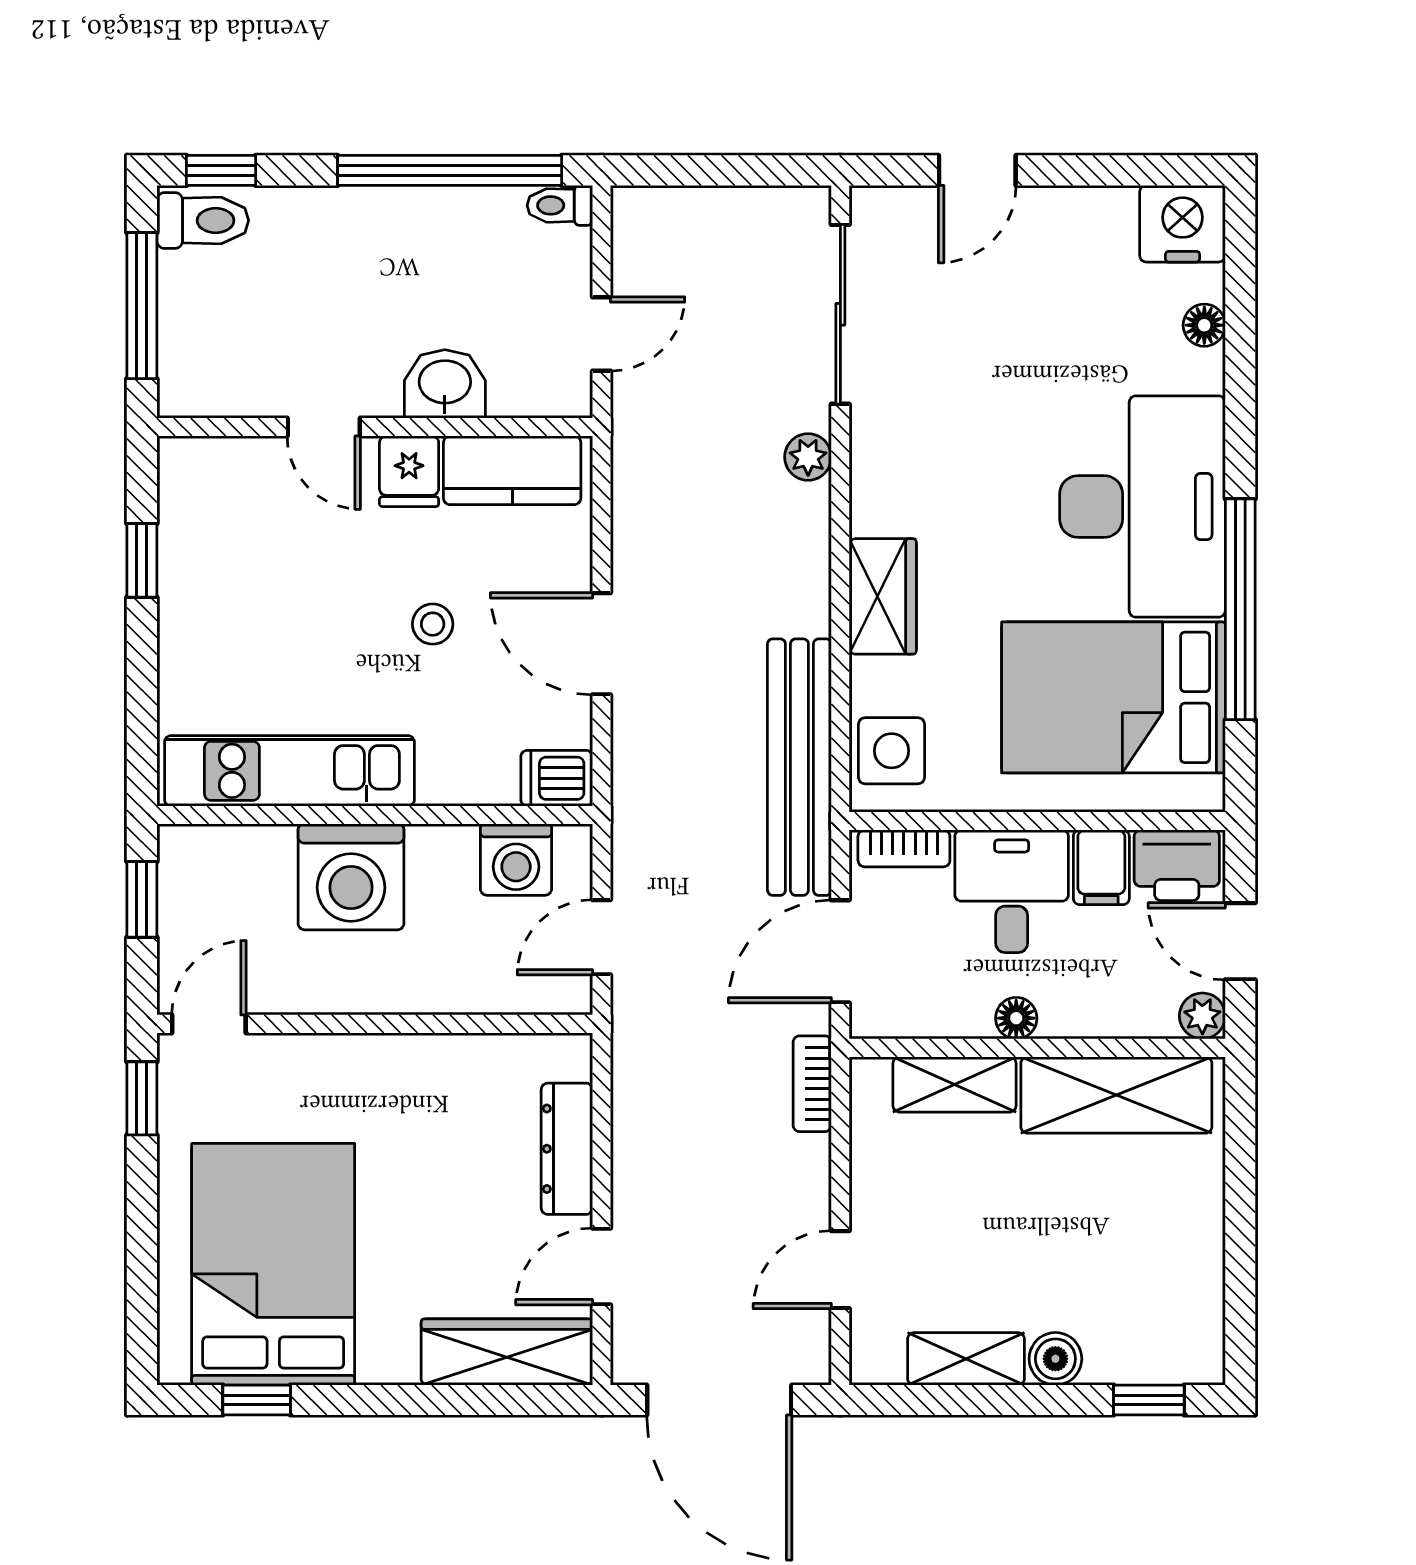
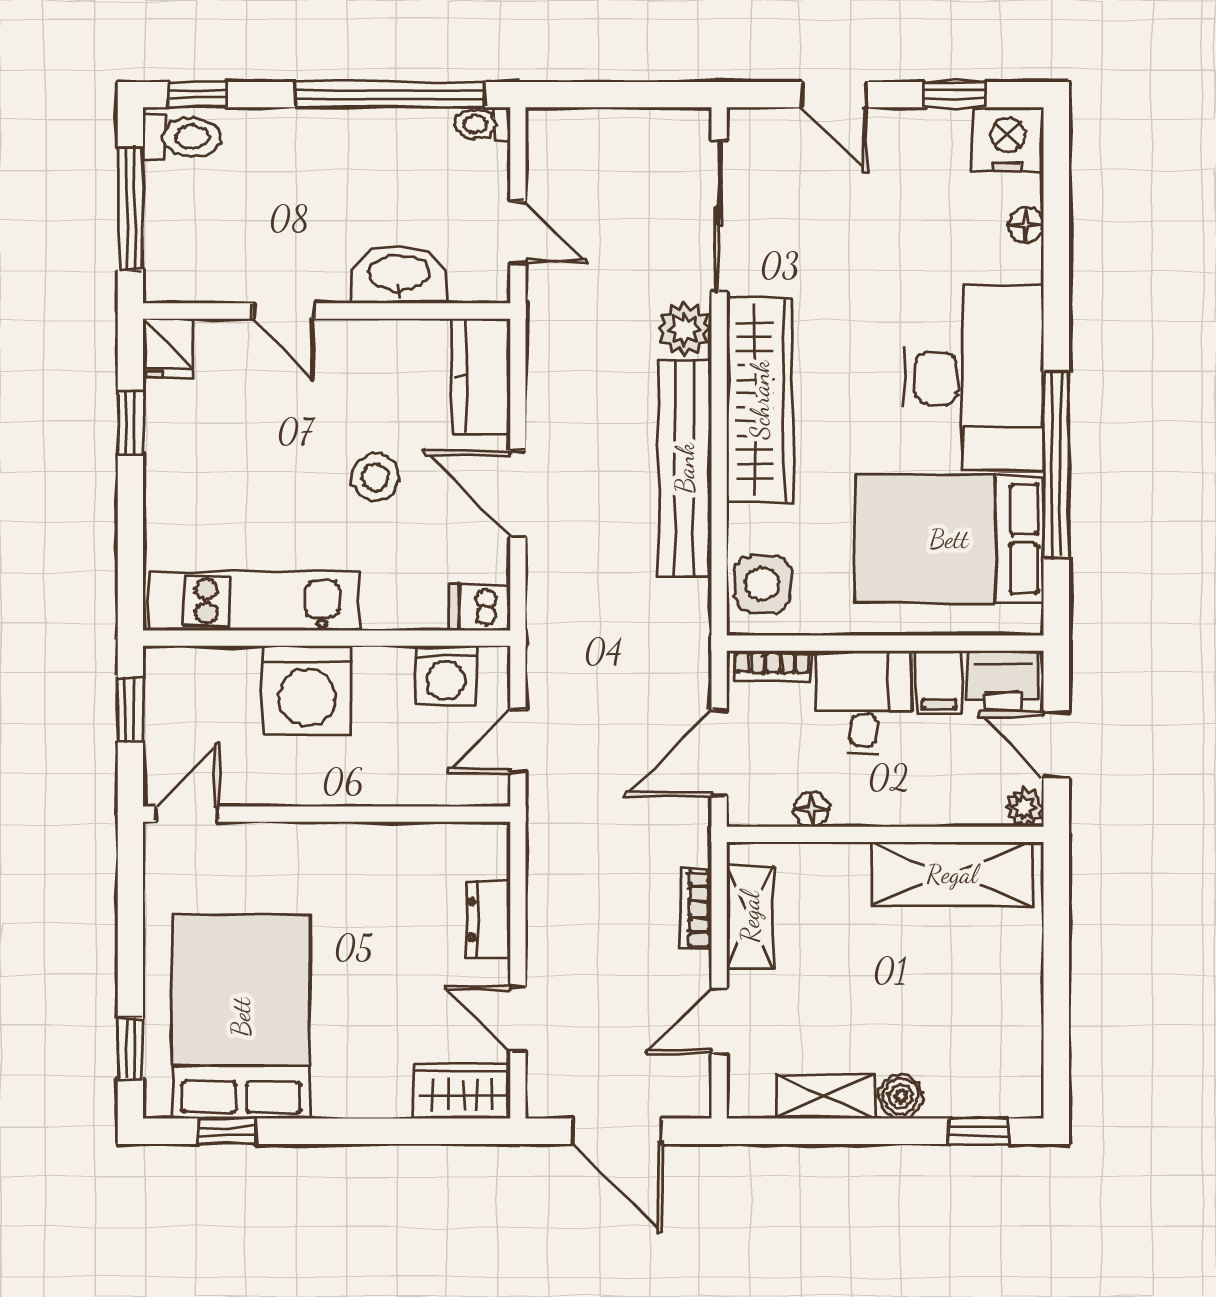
door: (977, 170) -> (835, 95), hinge flipped
window: (1120, 170) -> (955, 95), added
door: (602, 334) -> (518, 232), hinge flipped
washbasin: (445, 384) -> (399, 275), width x1.38
plant: (808, 457) -> (685, 329), width x1.38, depth x1.38
kitchen counter: (512, 470) -> (481, 376), moved, turned 90
fridge: (409, 471) -> (168, 348), moved
wardrobe: (883, 596) -> (760, 400), width x2.10, depth x1.17
stool: (433, 624) -> (376, 477), width x1.37, depth x1.37
bench: (799, 767) -> (685, 468), moved
floor lamp: (1016, 1018) -> (812, 809), moved
bookcase: (812, 1084) -> (695, 909), moved
shelving: (955, 1084) -> (750, 917), moved, turned 90
window: (142, 1098) -> (130, 1048), moved
dresser: (567, 1149) -> (489, 919), width x0.70
door: (602, 1266) -> (518, 1019), hinge flipped
wardrobe: (507, 1352) -> (462, 1091), width x0.67
door: (719, 1400) -> (617, 1131), width x0.73

